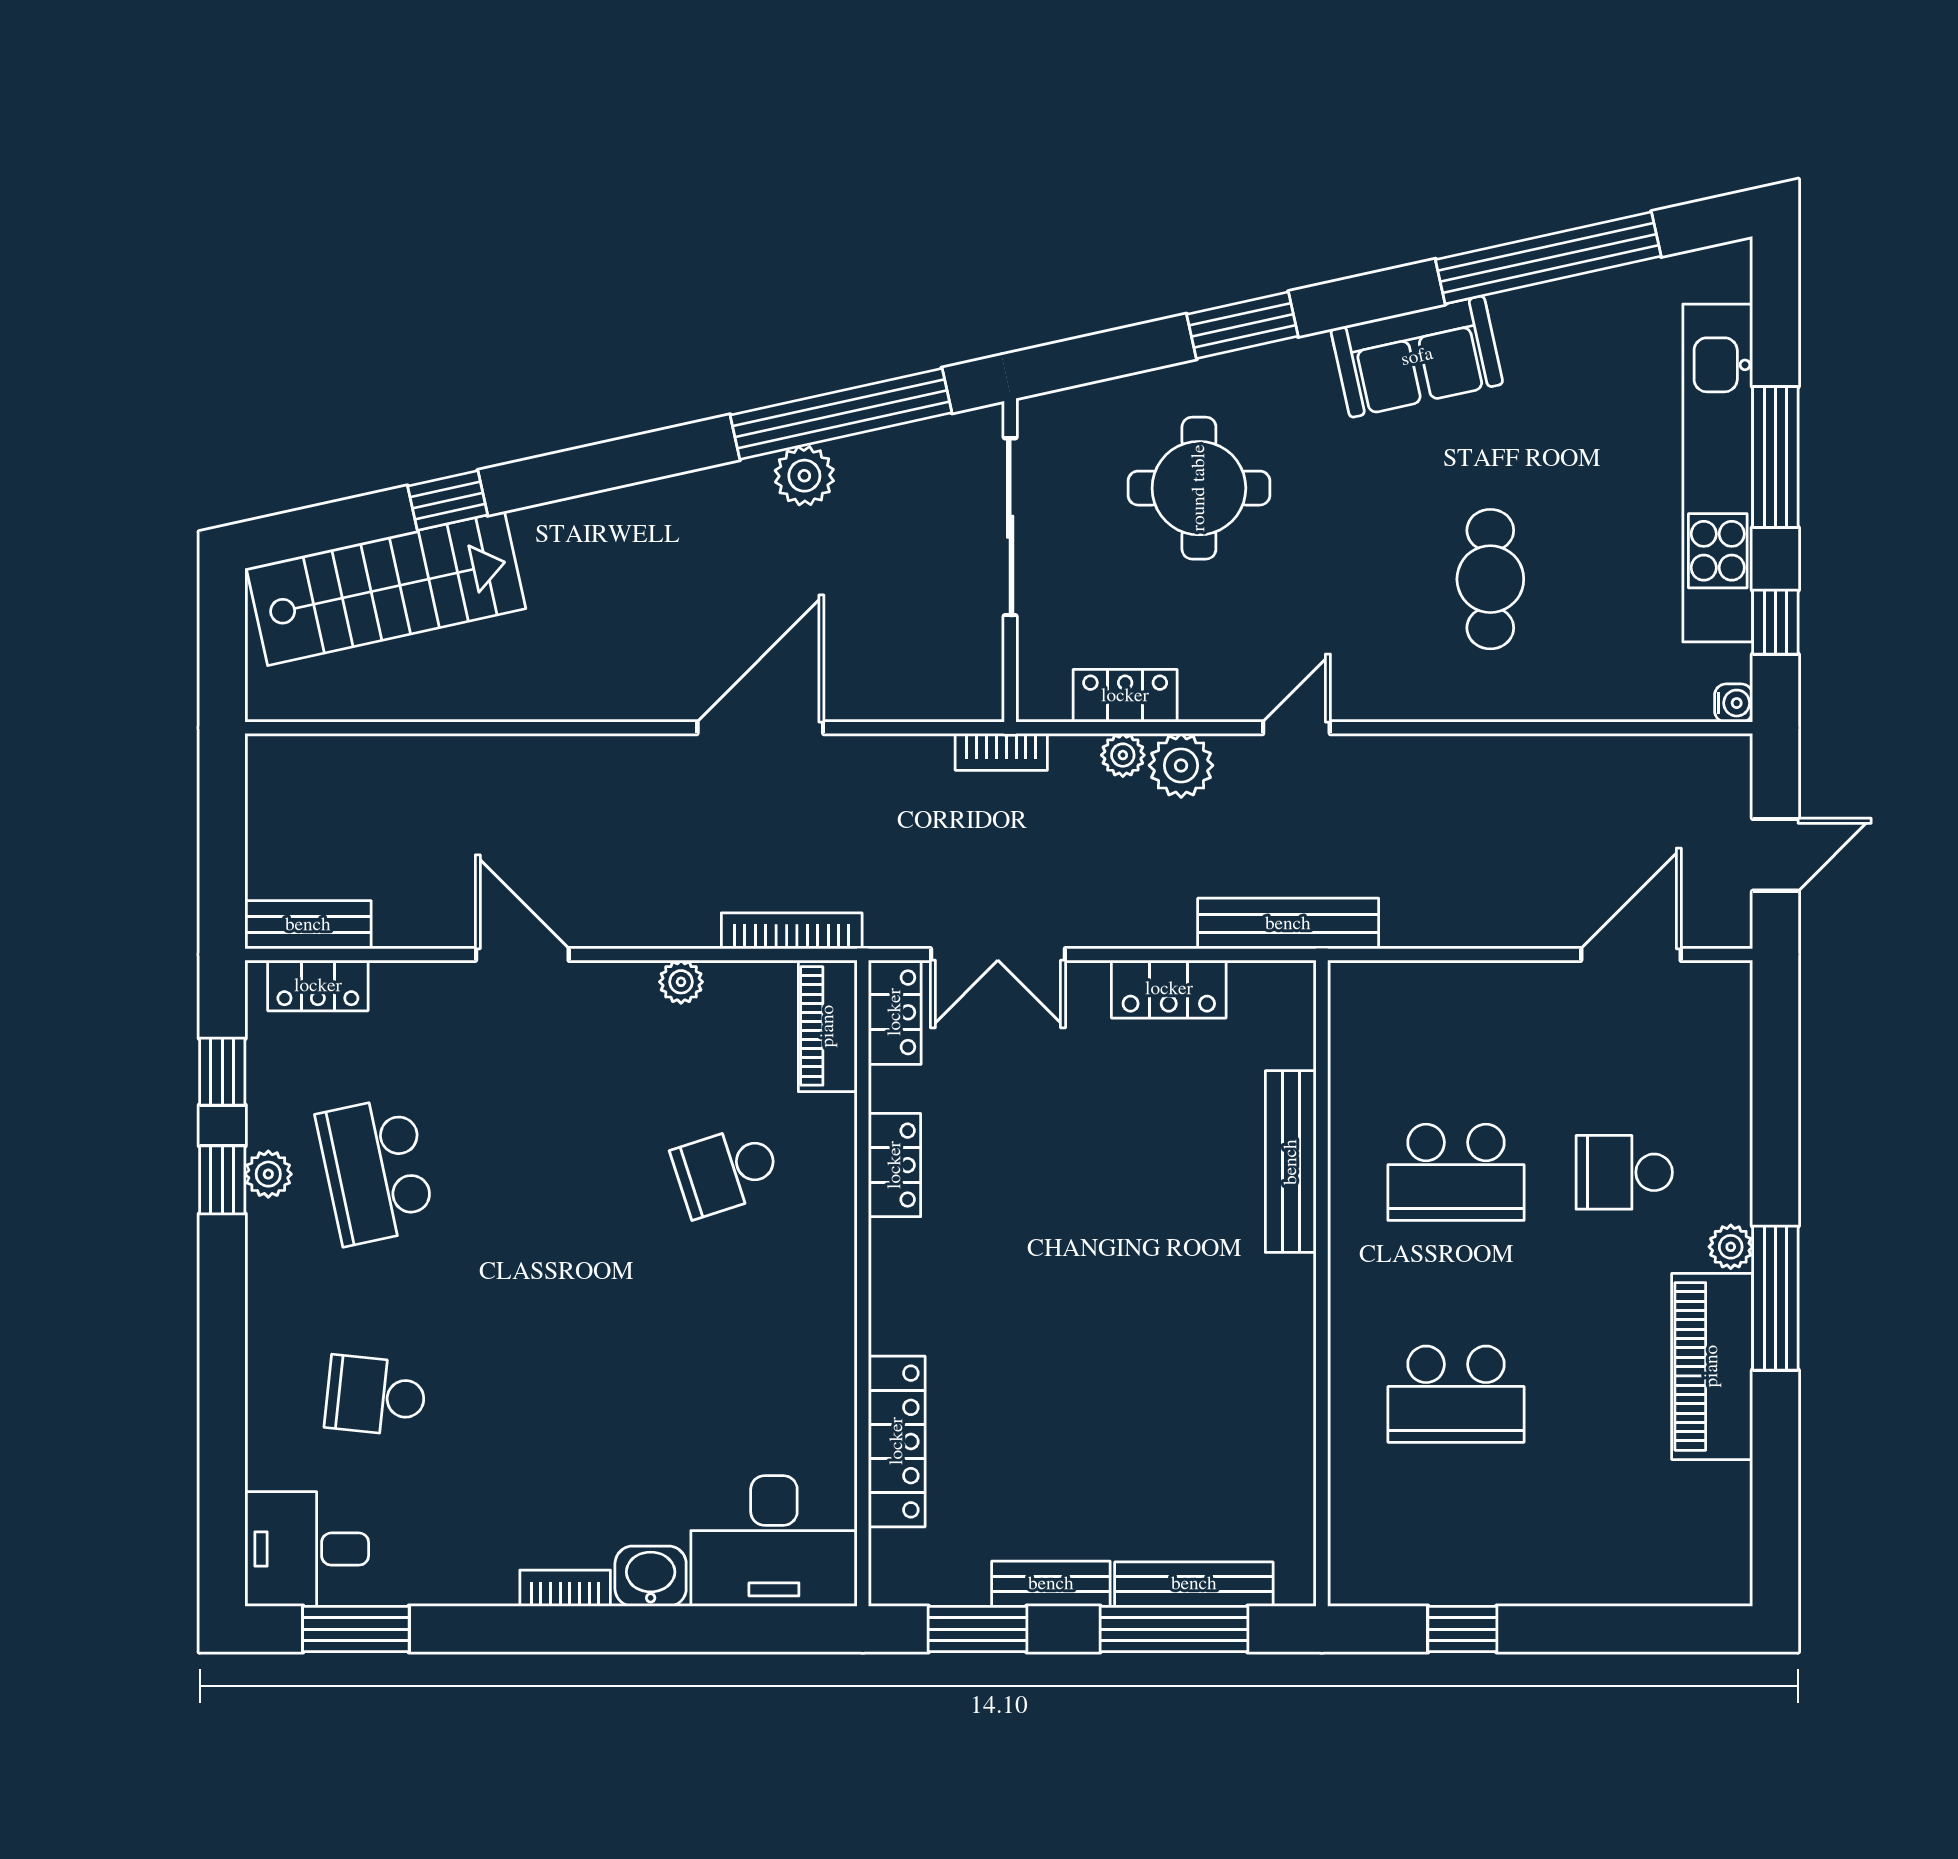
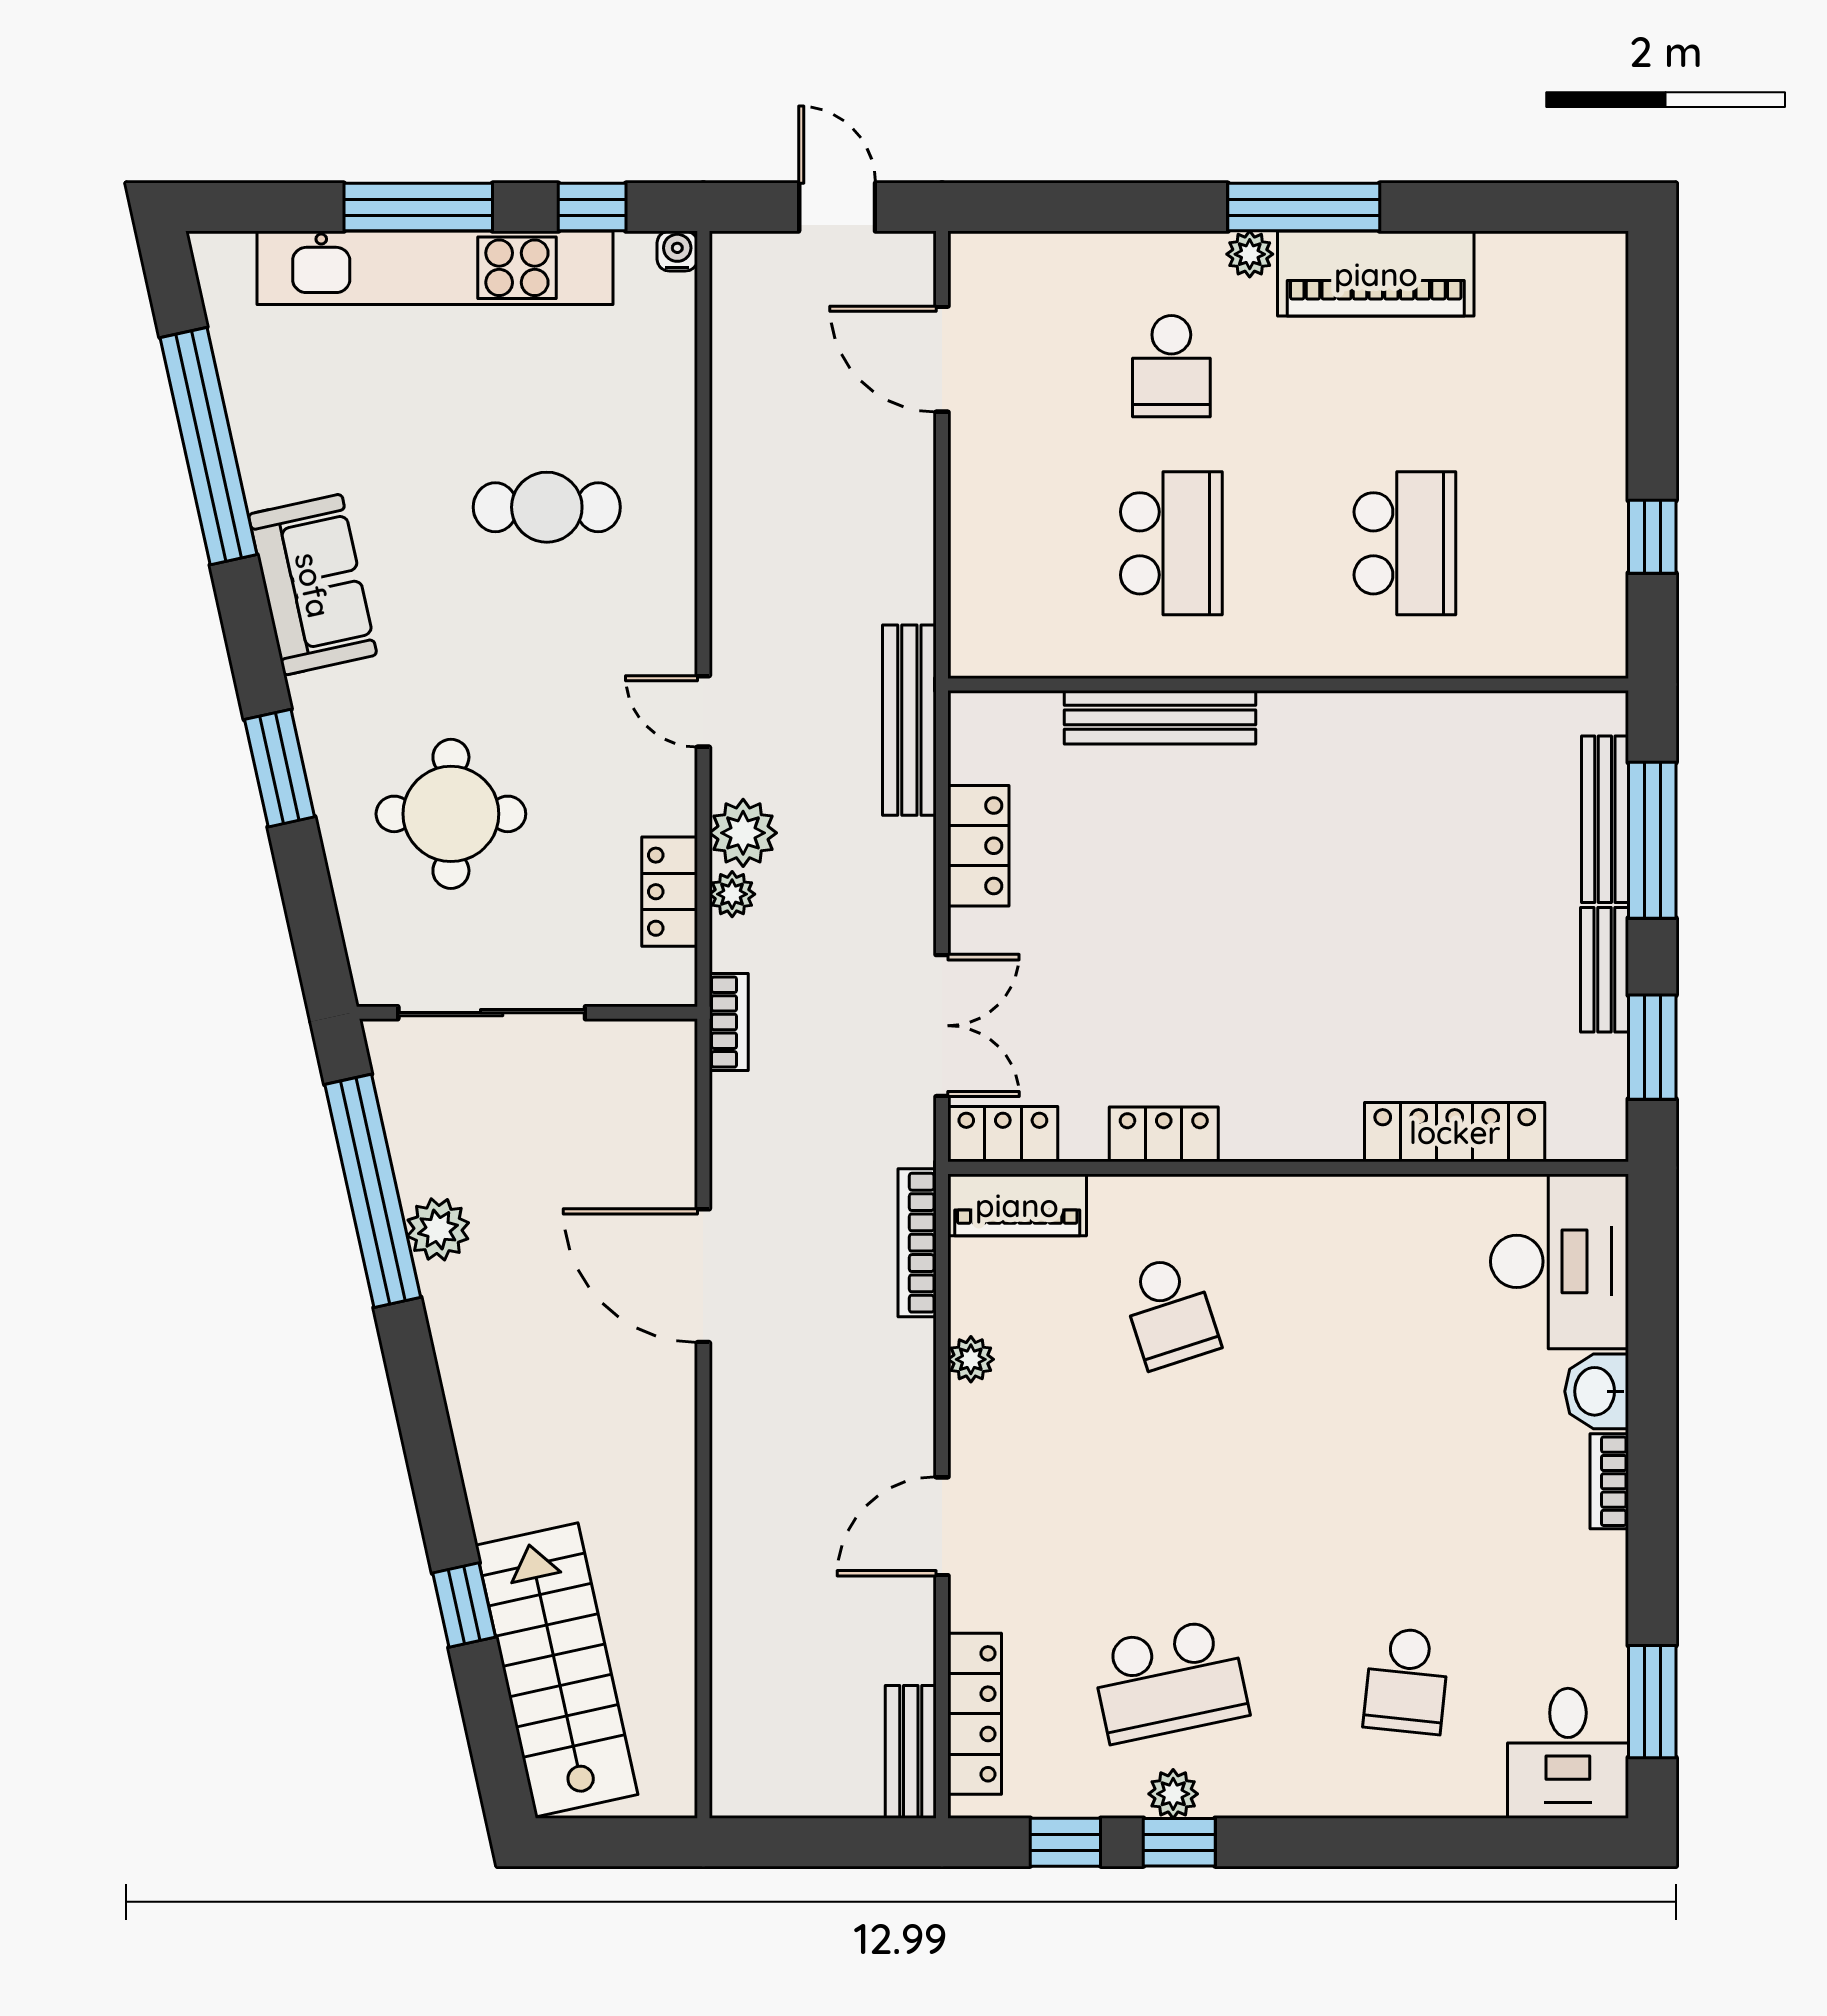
locker: (318, 986) -> (975, 1714), width x1.53

